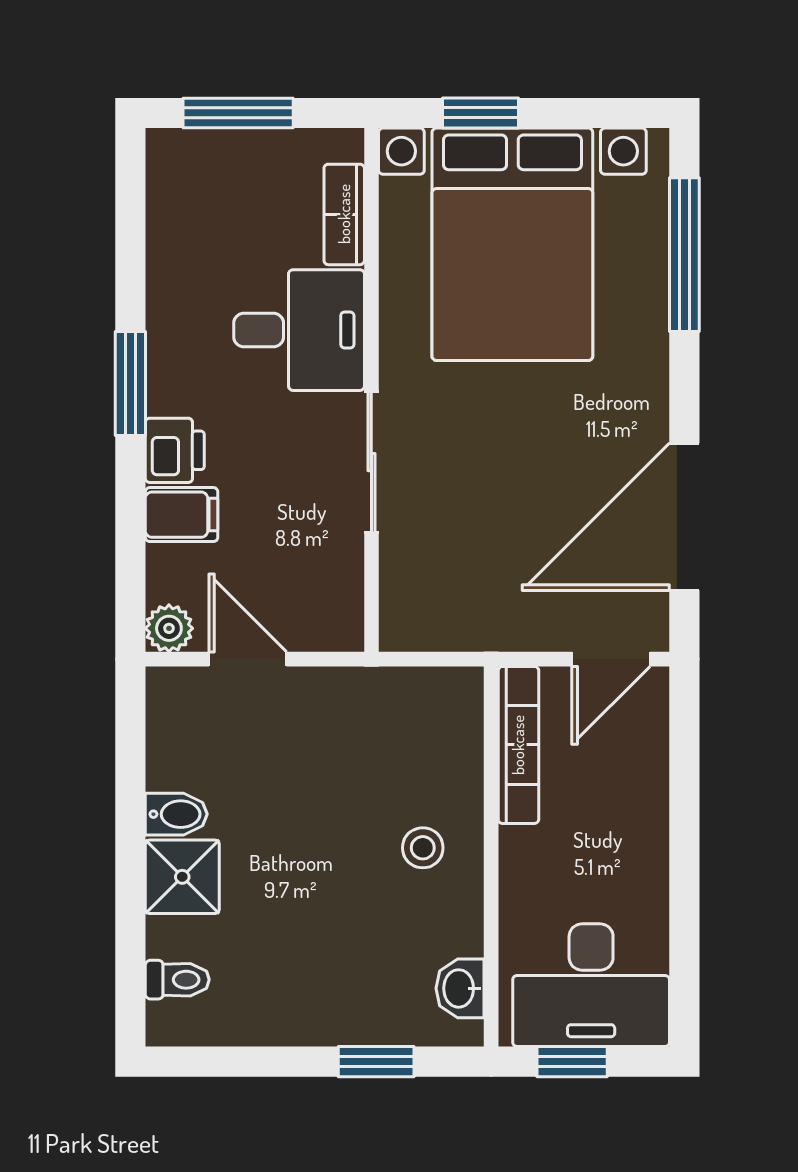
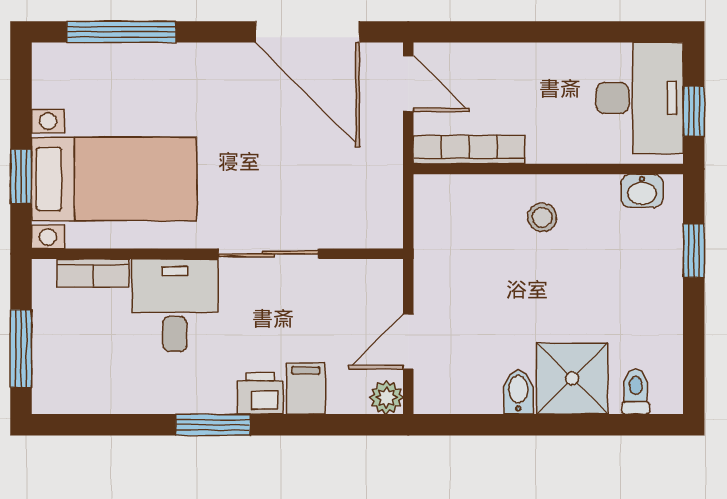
bed with nightstands: (512, 244) -> (114, 179), width x0.73
shower: (182, 877) -> (572, 379), width x1.36, depth x1.36

